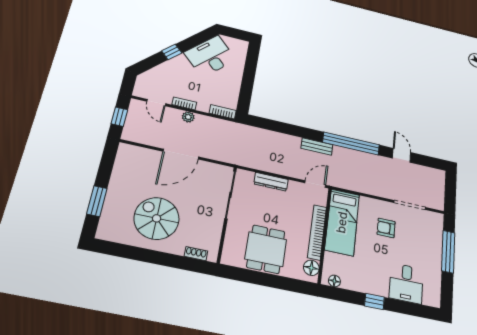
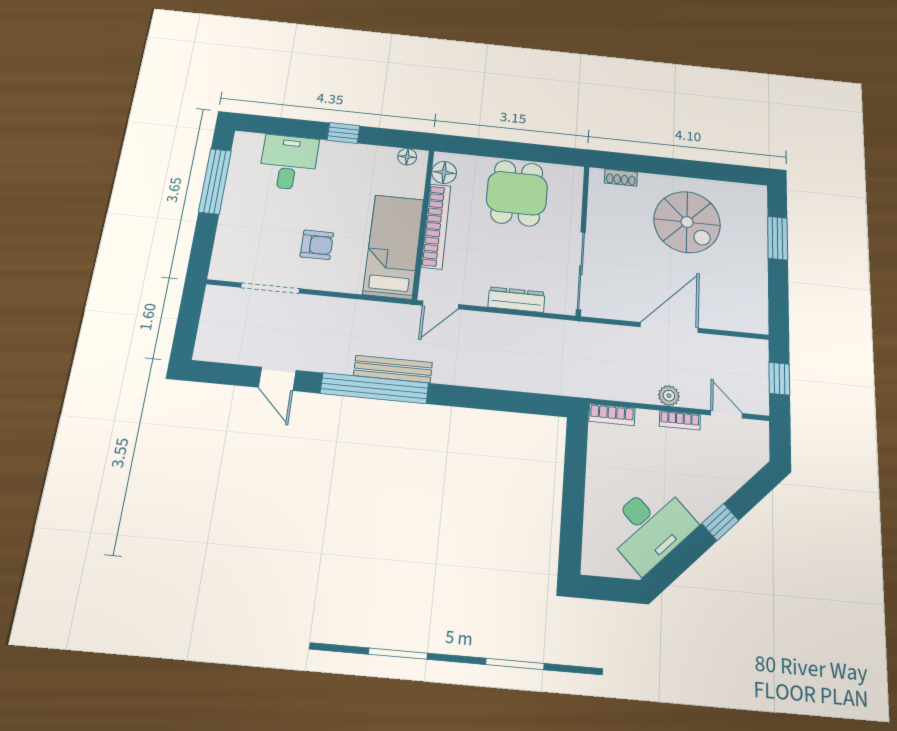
bench: (317, 146) -> (393, 369), moved, width x1.36
window: (448, 252) -> (215, 181), moved

